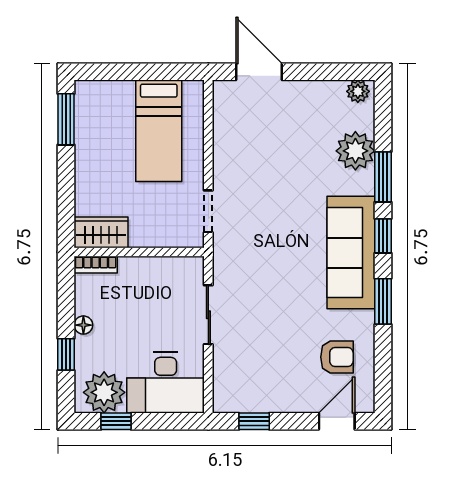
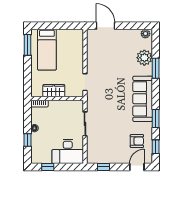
bed: (159, 131) -> (47, 50), moved
wardrobe: (101, 232) -> (54, 91), moved
window: (383, 236) -> (156, 147), moved
plant: (104, 392) -> (43, 155), removed

